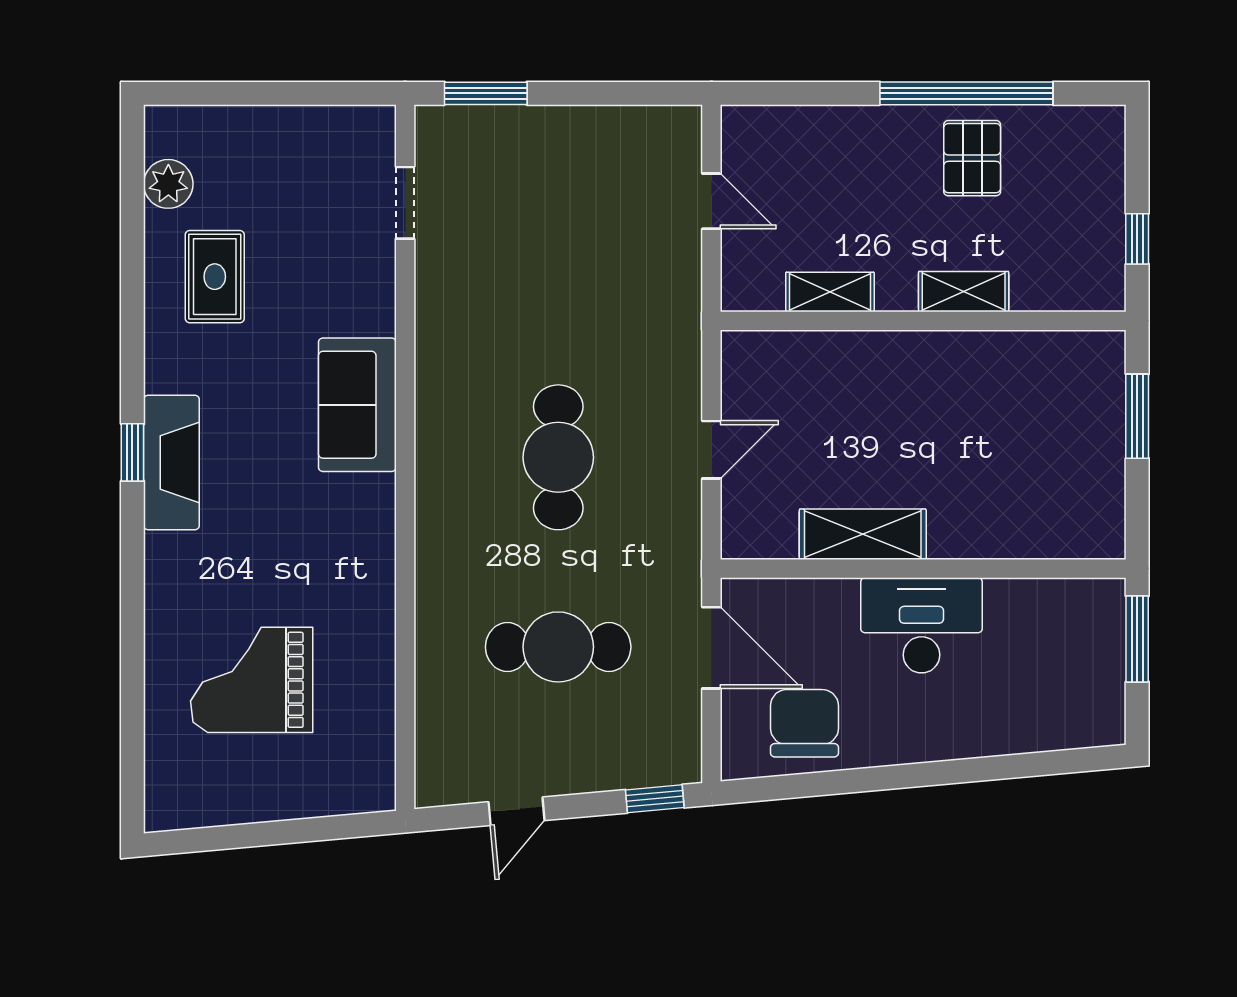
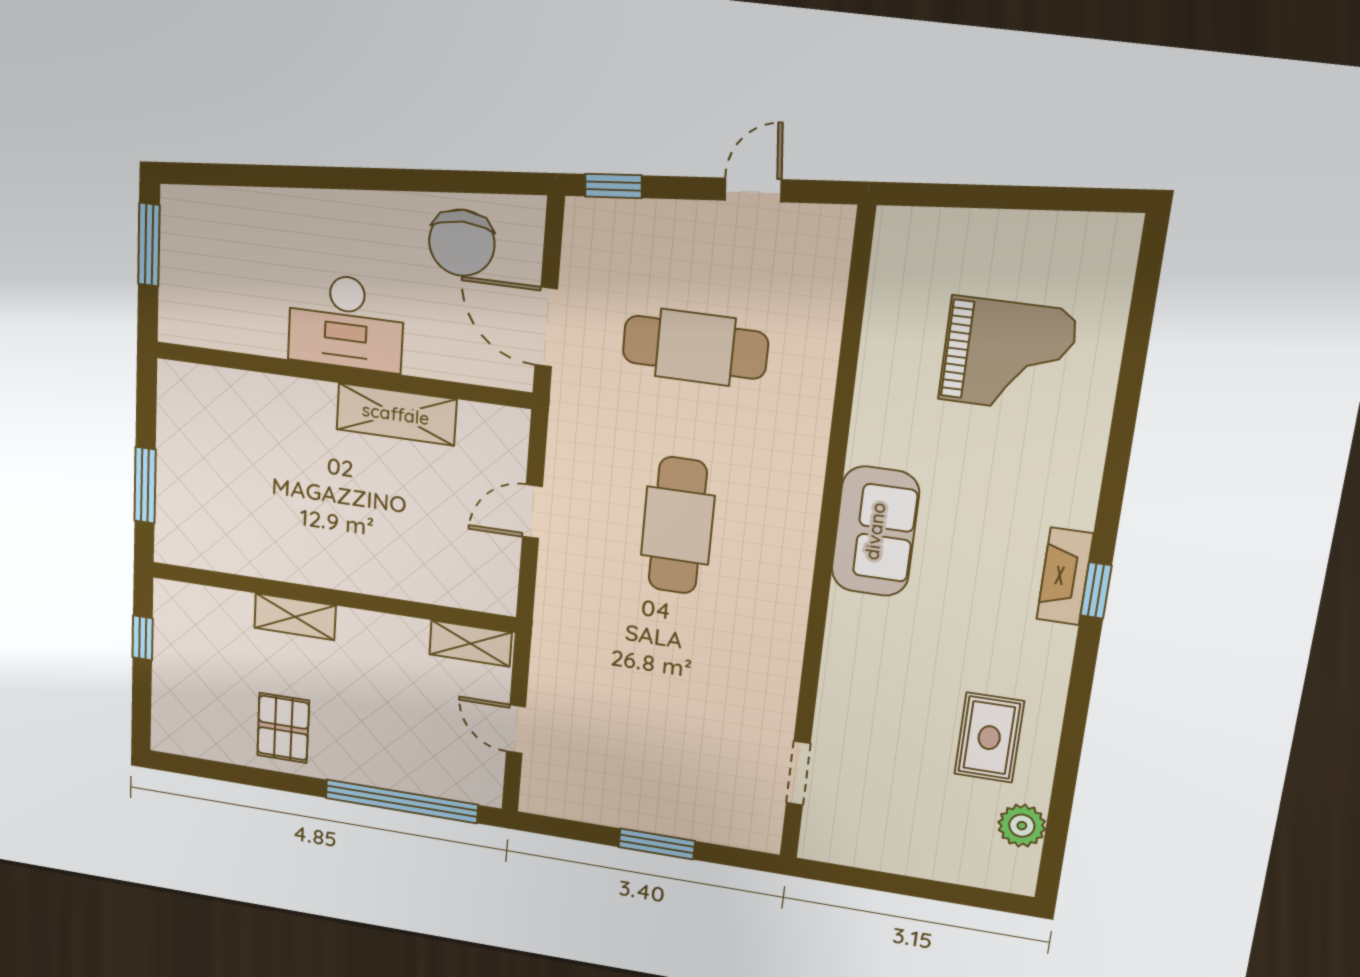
window: (486, 93) -> (657, 844), moved
window: (966, 93) -> (402, 801), moved
shelving: (830, 292) -> (470, 644), moved
sofa: (357, 405) -> (875, 531), moved
fireplace: (171, 463) -> (1065, 576), width x0.73, depth x0.76
window: (1137, 639) -> (149, 245), moved

